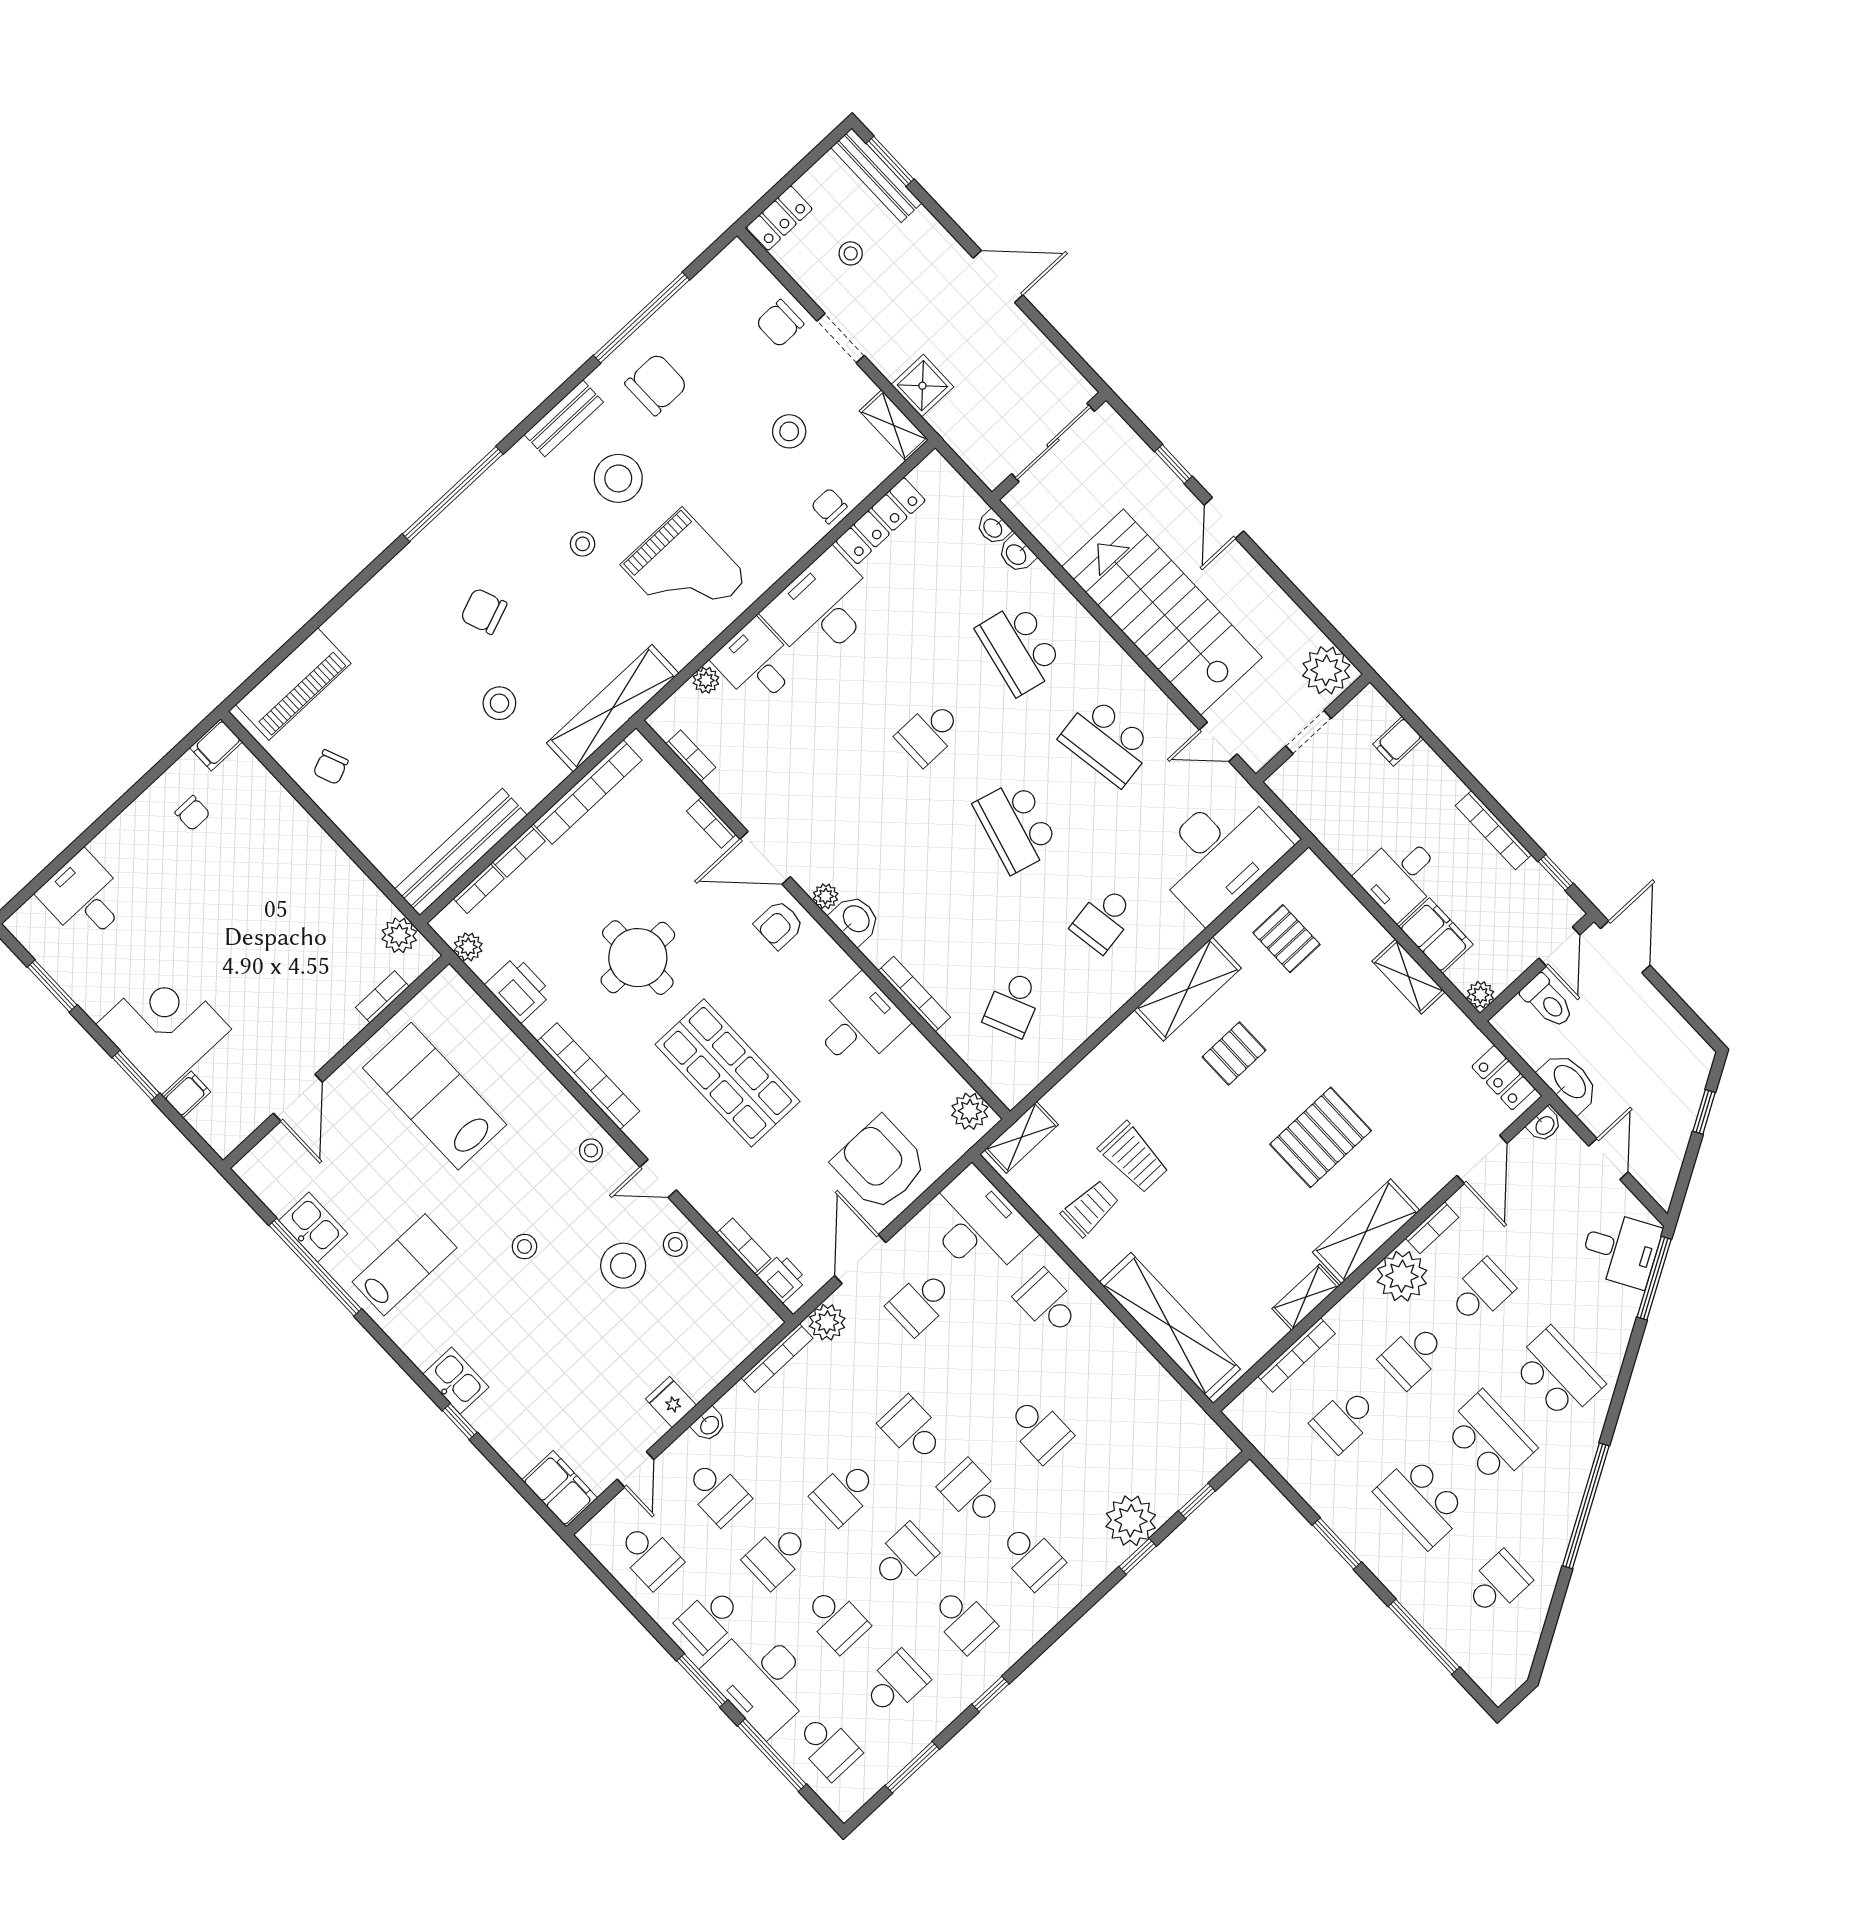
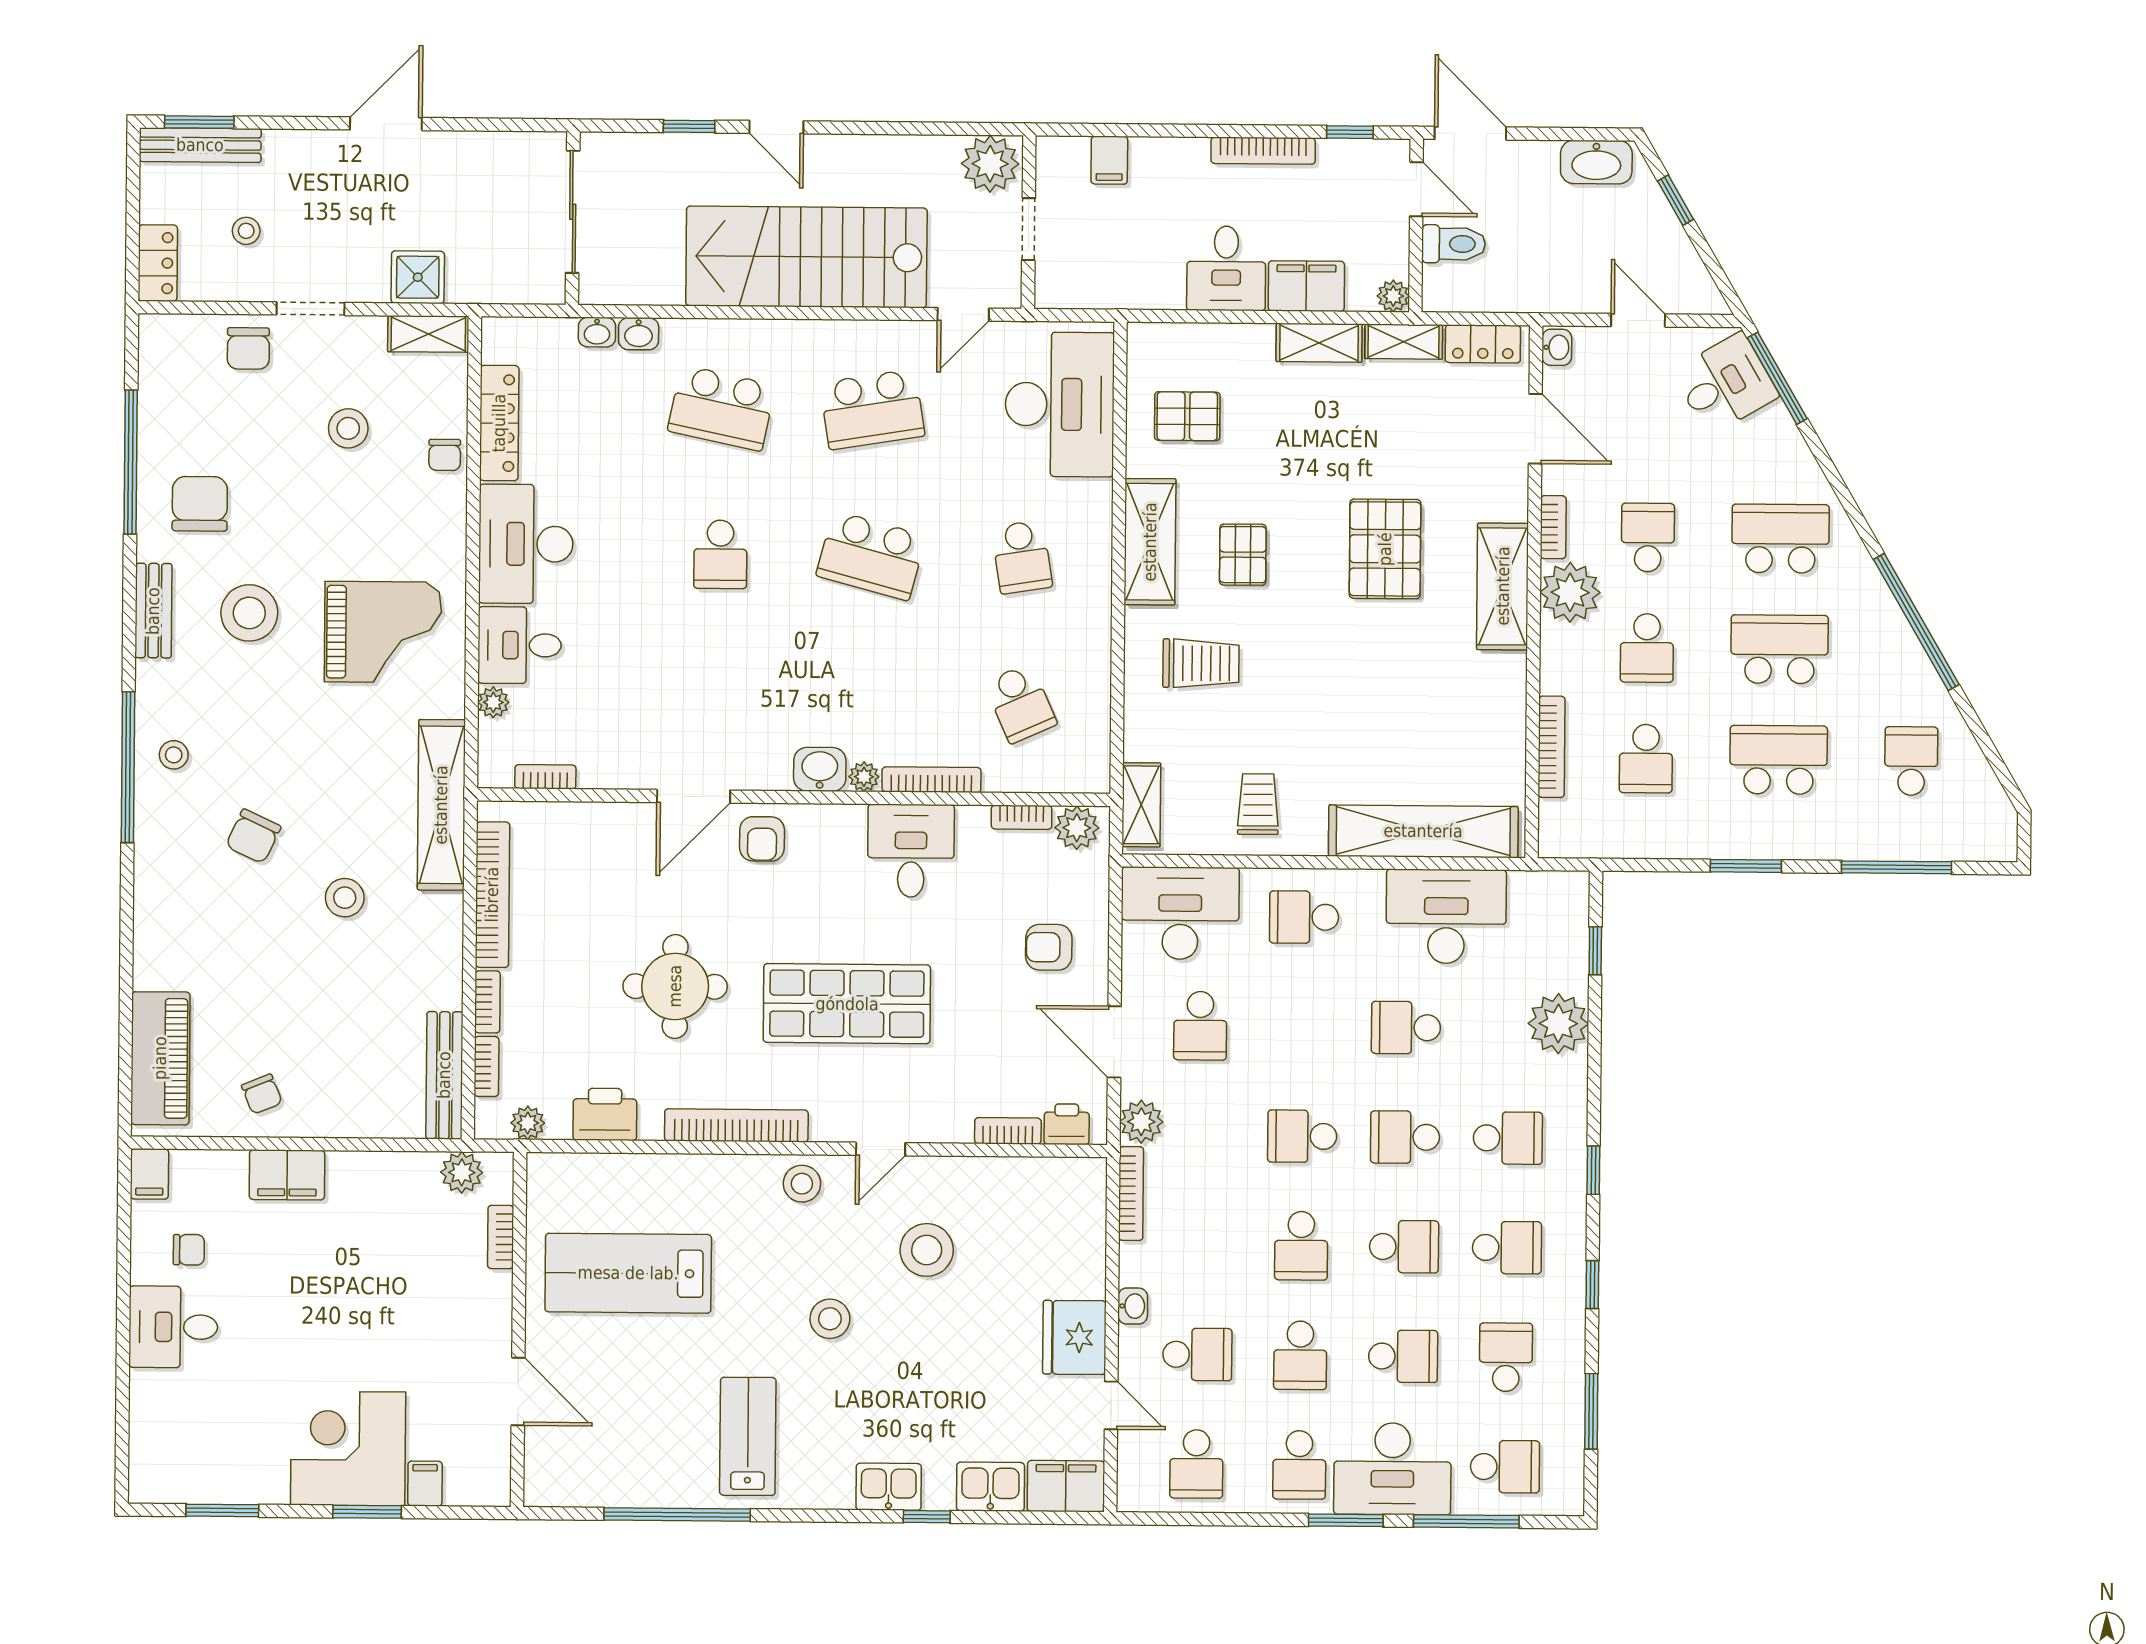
chair: (829, 506) -> (445, 455), turned -90
stool: (583, 544) -> (174, 755), moved
chair: (484, 611) -> (253, 836), turned -44
bookcase: (711, 823) -> (1022, 817), moved
filing cabinet: (296, 830) -> (287, 1175), added
bench: (461, 852) -> (444, 1075), width x0.73, depth x0.82
plant: (826, 896) -> (864, 777), moved
desk: (84, 897) -> (173, 1327), moved
washbasin: (1569, 1082) -> (1596, 162), moved, turned 180
stool: (591, 1150) -> (802, 1184), width x1.37, depth x1.37
trolley: (1134, 1157) -> (1201, 663), moved
armchair: (880, 1164) -> (1049, 947), width x0.53, depth x0.53
kitchen sink: (313, 1227) -> (990, 1487), moved
stool: (675, 1244) -> (951, 1188), removed
stool: (524, 1247) -> (830, 1319), width x1.37, depth x1.37
shelving: (1306, 1297) -> (1404, 342), moved, turned 90
desk: (1131, 1389) -> (1446, 916), added
fridge: (671, 1402) -> (1074, 1337), width x1.88, depth x1.34
school desk: (1039, 1430) -> (1406, 1028), turned 180
school desk: (1421, 1502) -> (1779, 760), turned 180
school desk: (649, 1556) -> (1196, 1464), turned 90
school desk: (904, 1556) -> (1404, 1247), turned 90
window: (1138, 1556) -> (1593, 1170), moved

